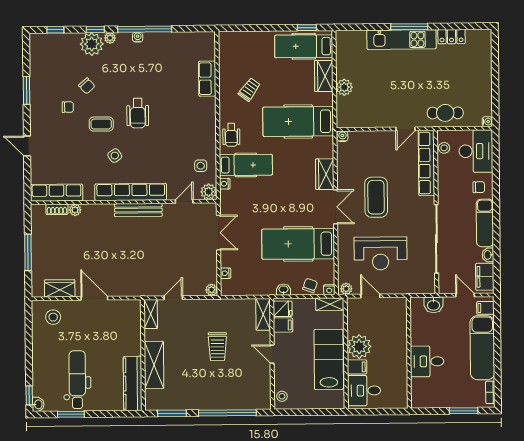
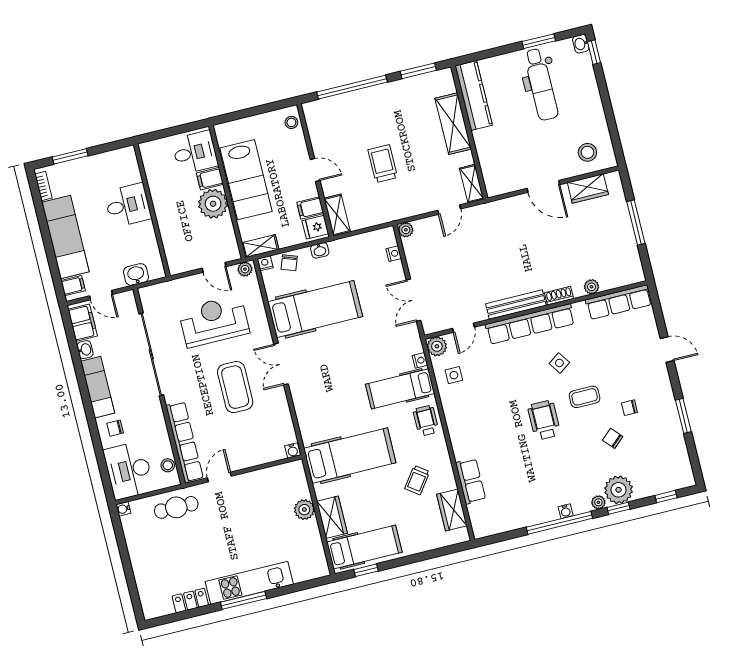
wardrobe: (325, 174) -> (452, 510), moved, turned 180
shoe rack: (57, 209) -> (559, 296), moved

